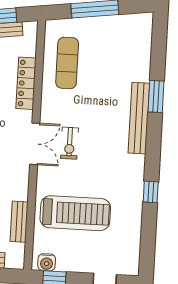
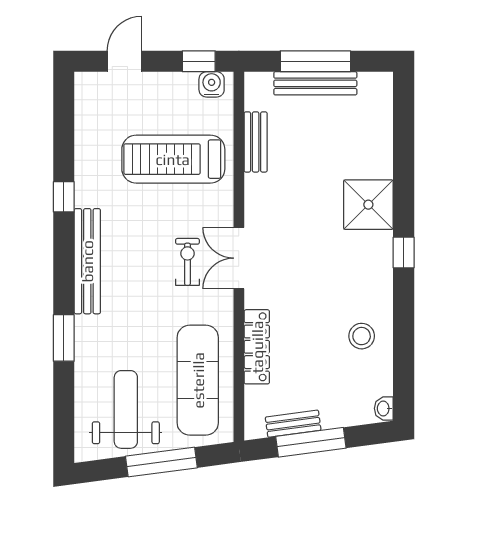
weight bench: (117, 46) -> (126, 409), added
exercise mat: (67, 63) -> (198, 380), width x1.36, depth x1.45
bench: (139, 118) -> (87, 261), moved

